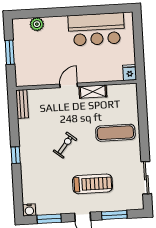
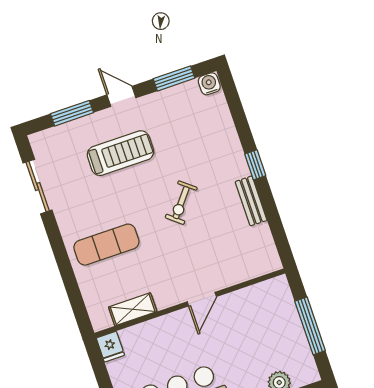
window: (10, 52) -> (310, 326), width x1.44
shelving: (93, 92) -> (133, 309), moved
bench: (22, 104) -> (251, 201), moved
treadmill: (92, 184) -> (120, 153), turned 180

